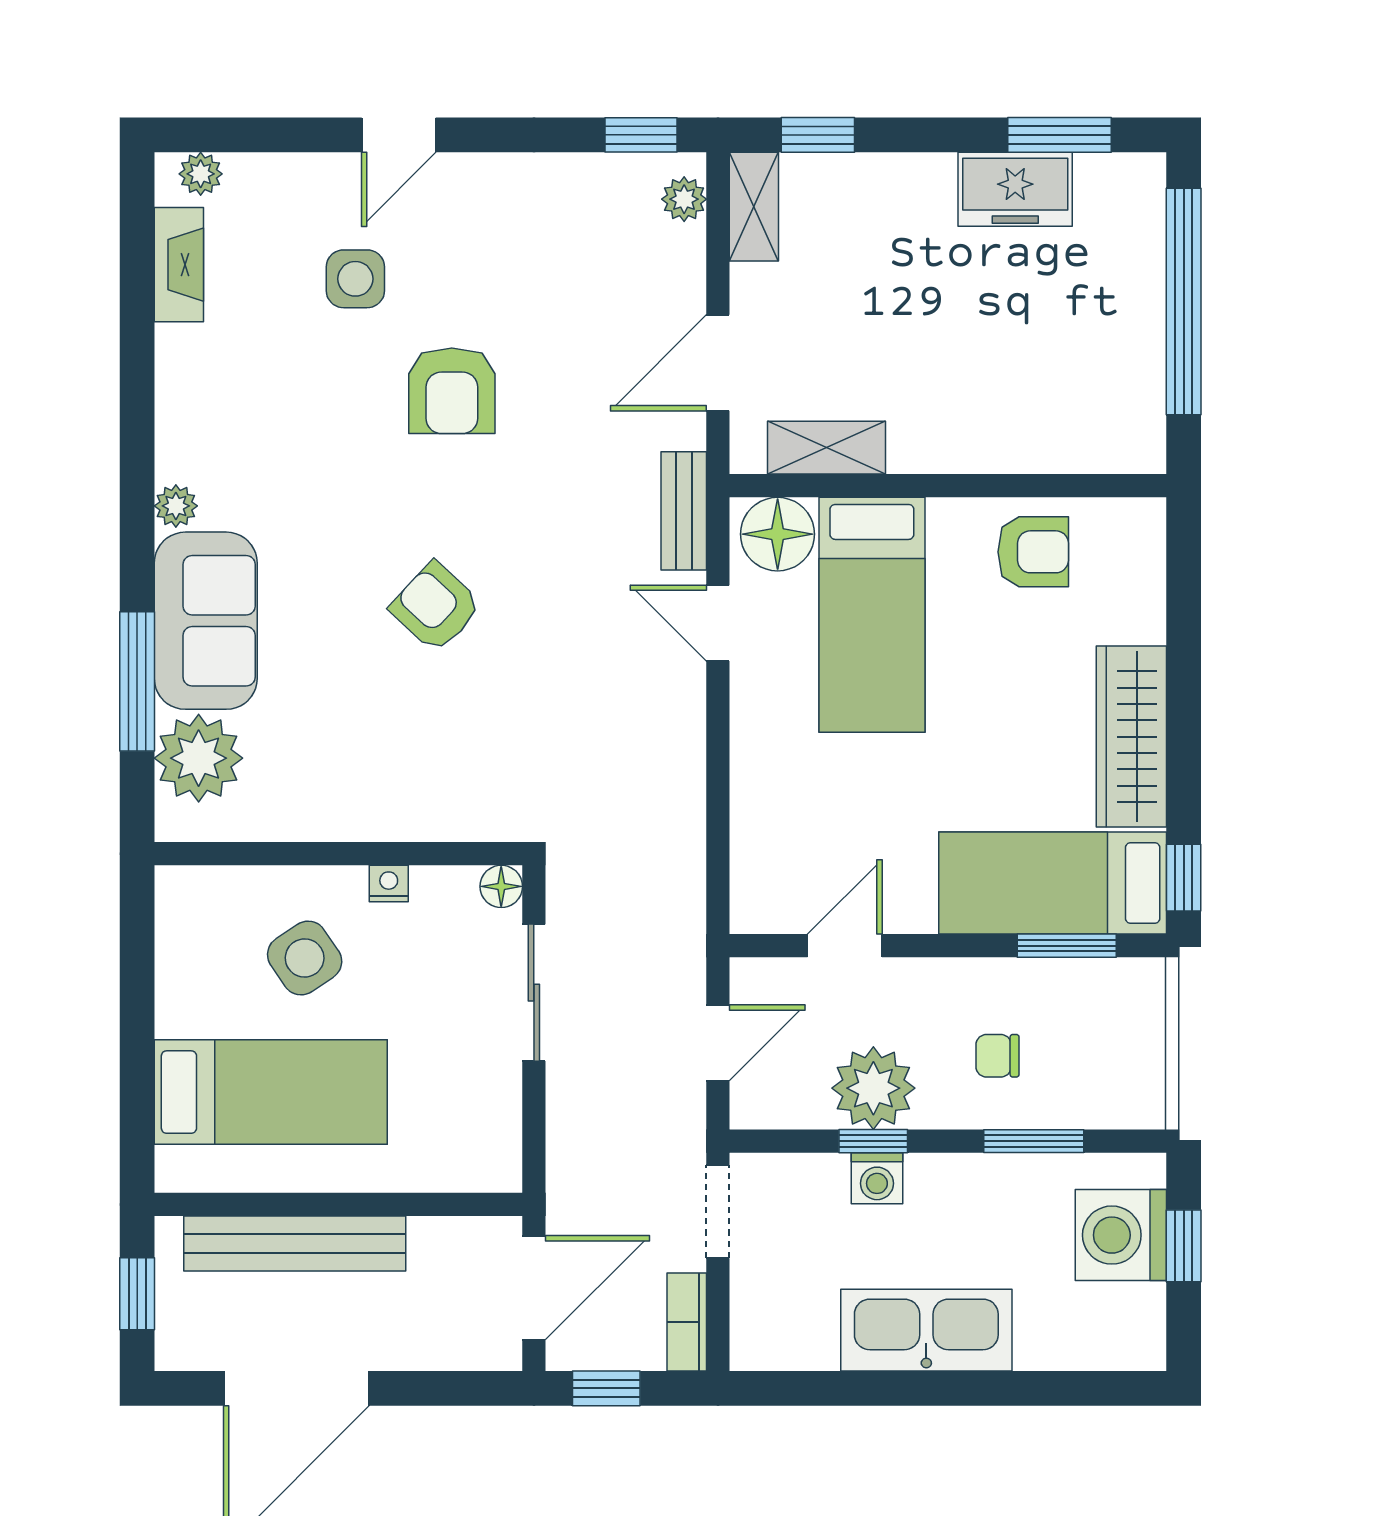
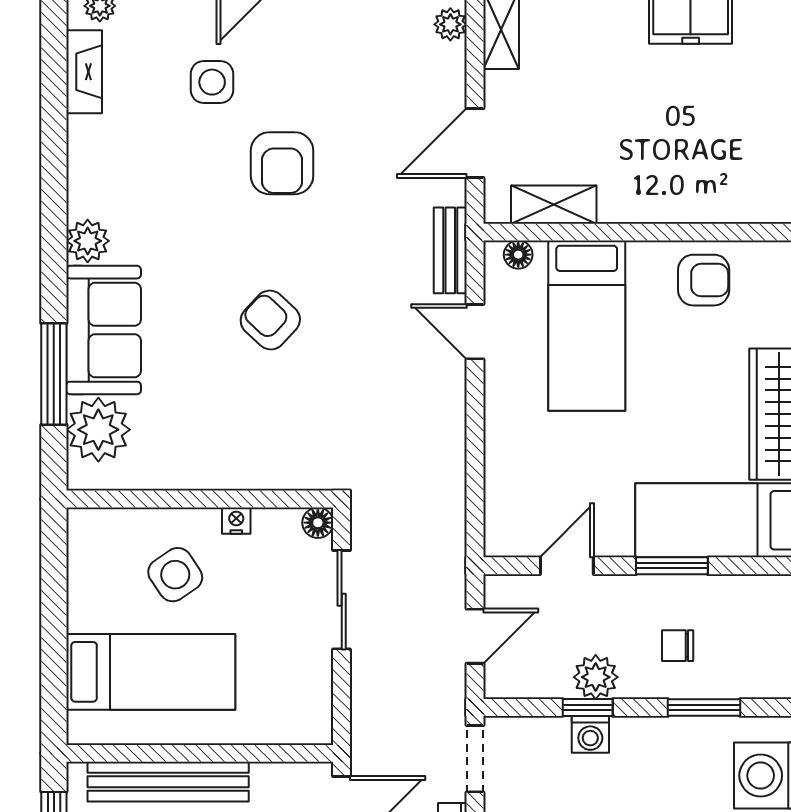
plant: (176, 506) -> (88, 241), width x1.38, depth x1.38
floor lamp: (778, 534) -> (518, 255), width x0.53, depth x0.53
window: (1067, 946) -> (672, 566), moved
plant: (873, 1088) -> (596, 677), width x0.73, depth x0.73

